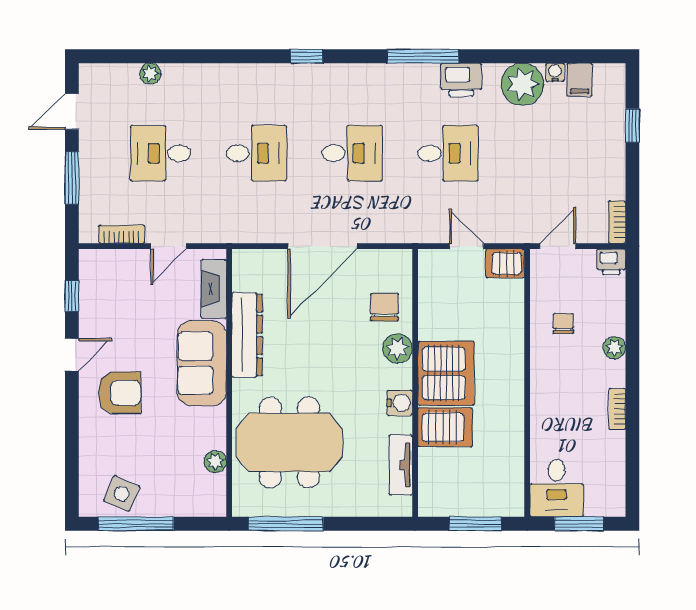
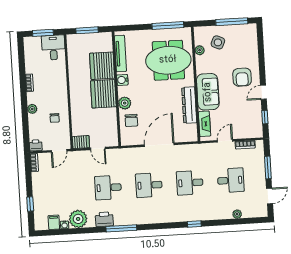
window: (307, 56) -> (194, 224), moved
armchair: (120, 393) -> (242, 77), turned -90
server rack: (445, 427) -> (102, 66), width x1.60
tv unit: (401, 465) -> (120, 54), width x1.41
side table: (122, 494) -> (218, 42), moved

